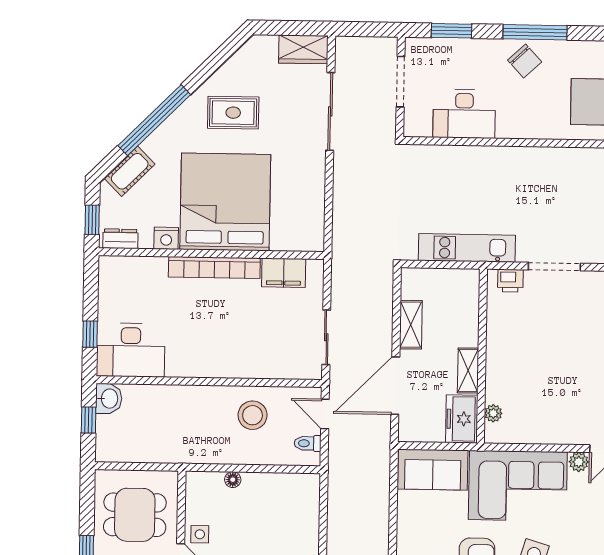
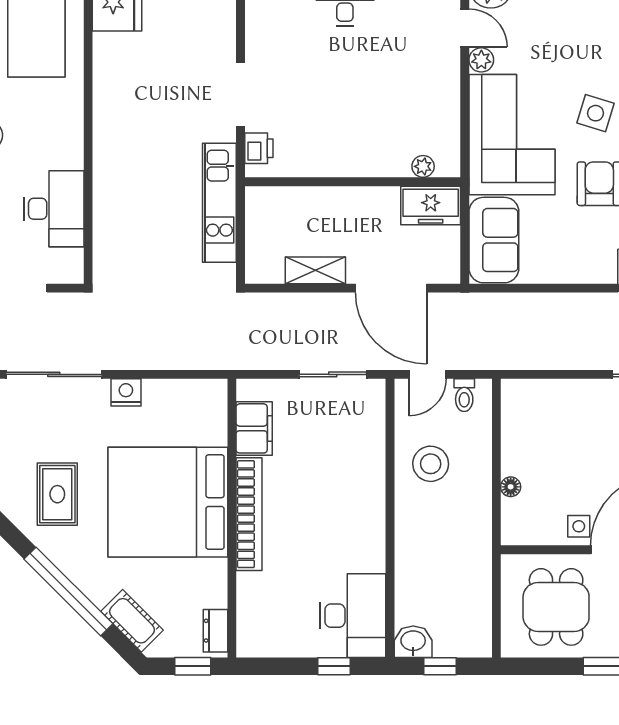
nightstand: (166, 238) -> (126, 392), moved, turned -90
shelving: (468, 370) -> (371, 199), removed

